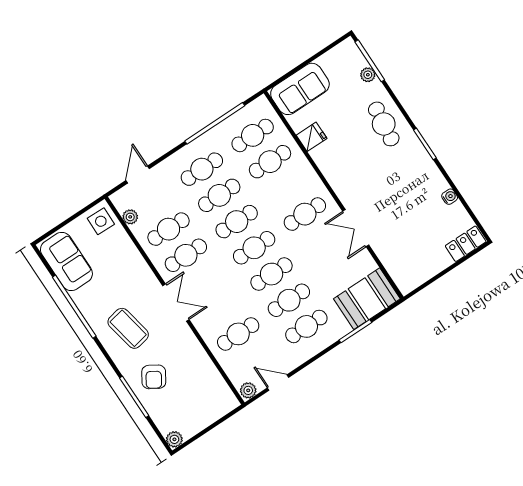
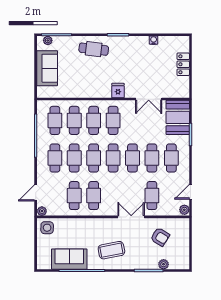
plant: (368, 75) -> (48, 40), moved
sofa: (300, 89) -> (47, 68), moved
fridge: (312, 137) -> (118, 91), moved
door: (138, 175) -> (36, 193), hinge flipped
cafe table: (287, 188) -> (94, 120), added
plant: (130, 217) -> (42, 211), moved
double door: (356, 228) -> (149, 99), moved
locker: (466, 244) -> (183, 64), moved
sofa: (66, 261) -> (69, 259), moved
double door: (176, 303) -> (131, 217), moved
armchair: (154, 377) -> (160, 237), moved
plant: (174, 439) -> (164, 264), moved

